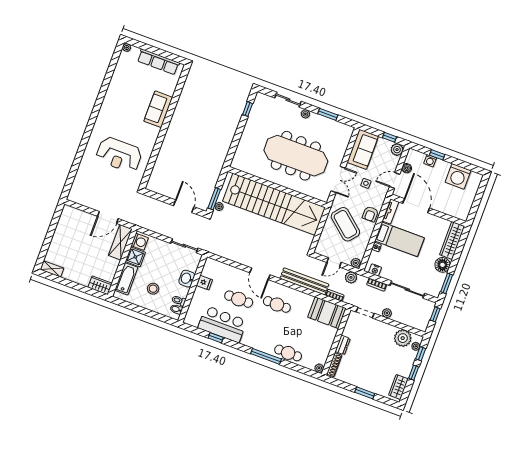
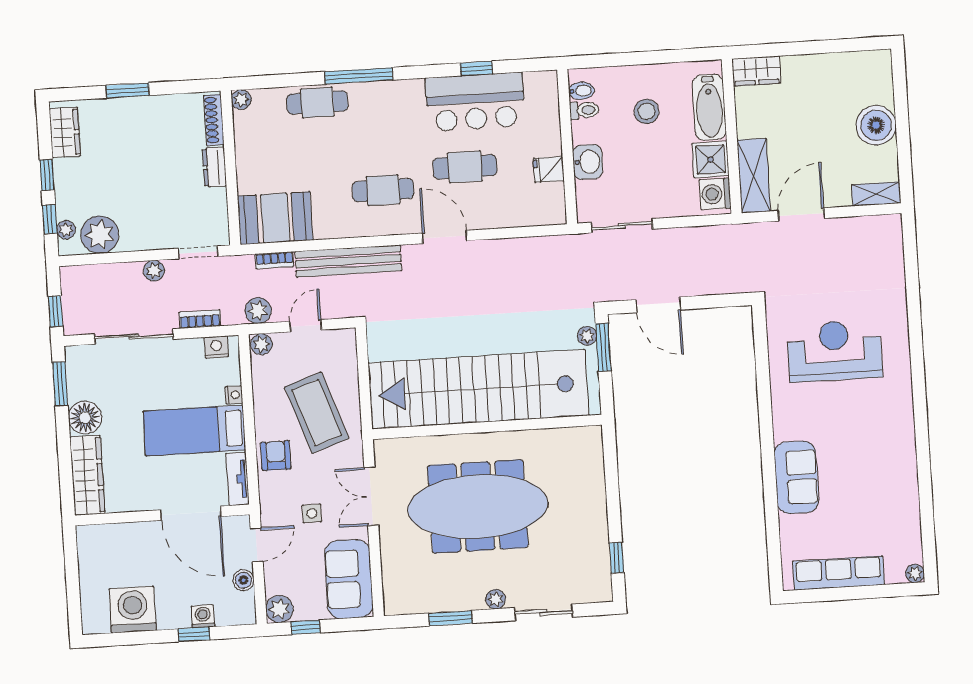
coffee table: (345, 224) -> (317, 413), turned 31
boiler: (60, 241) -> (876, 125), added
shelving: (52, 269) -> (876, 194), moved

